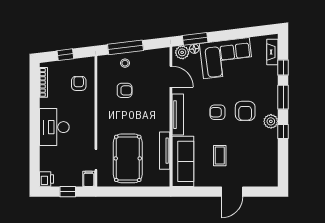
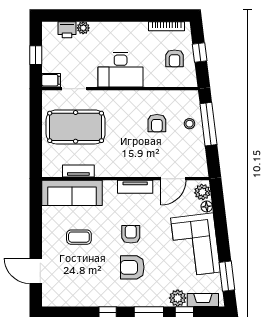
window: (195, 39) -> (227, 276), moved
armchair: (79, 83) -> (175, 58), moved, turned 90
tv unit: (178, 115) -> (135, 187), width x0.71
plant: (271, 121) -> (178, 298), moved
desk: (54, 127) -> (121, 70), moved, turned 180
tv unit: (165, 151) -> (78, 171), width x0.71
plant: (45, 152) -> (83, 28), added
printer: (47, 179) -> (67, 30), moved
door: (232, 192) -> (36, 271), moved

